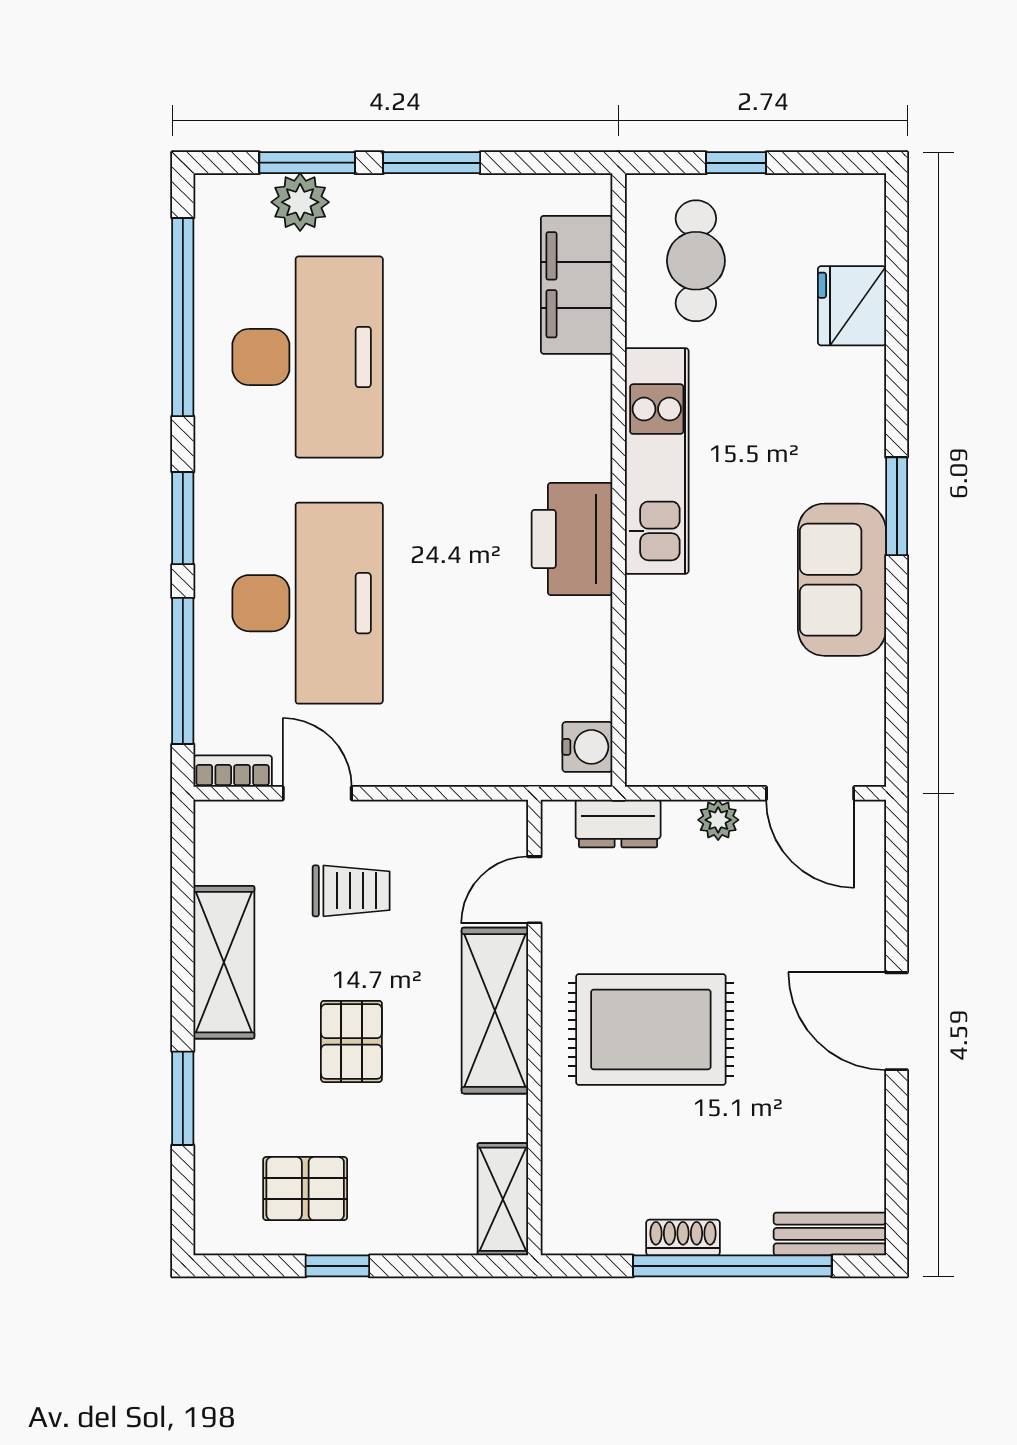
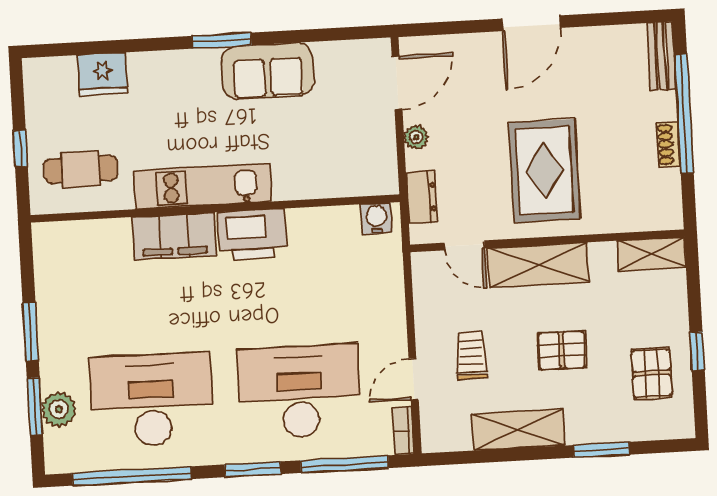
filing cabinet: (577, 285) -> (174, 236), moved

